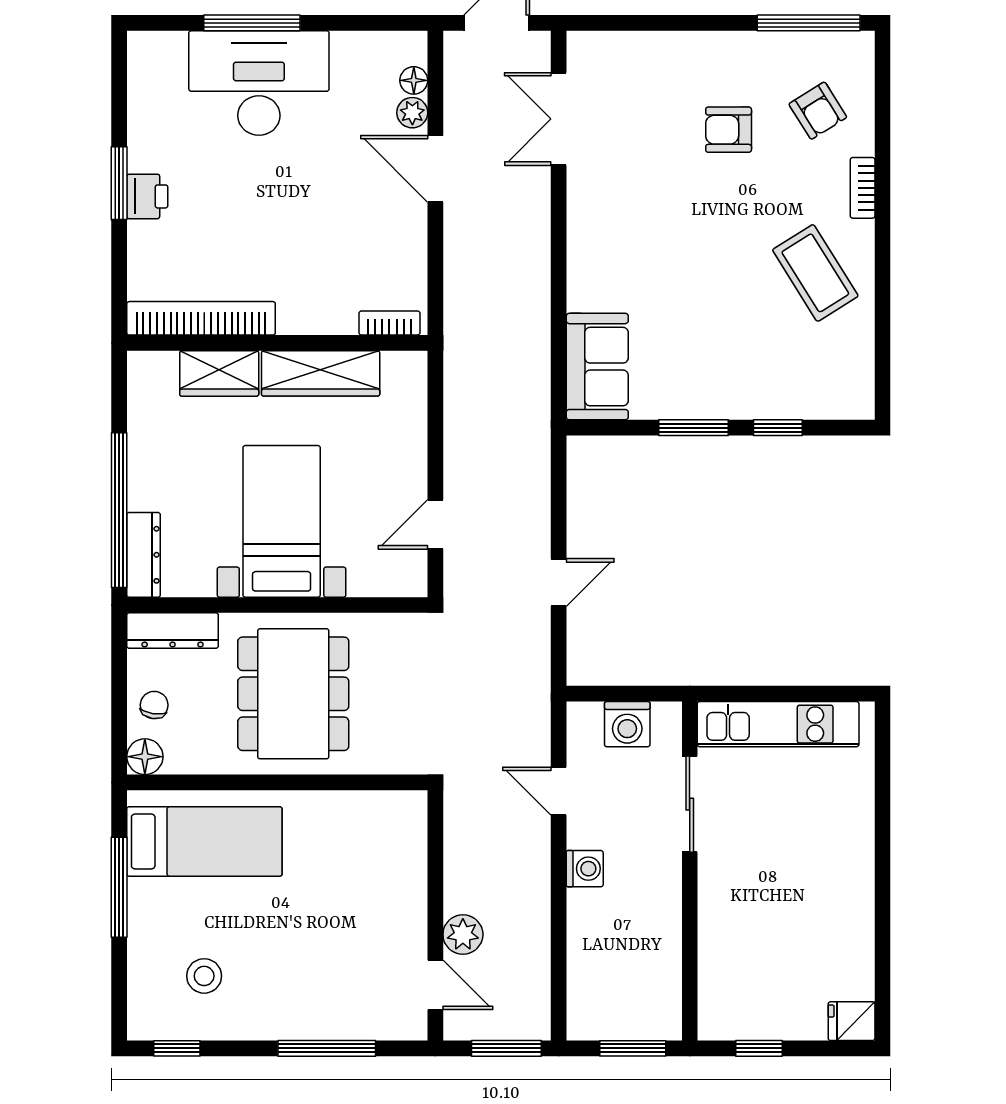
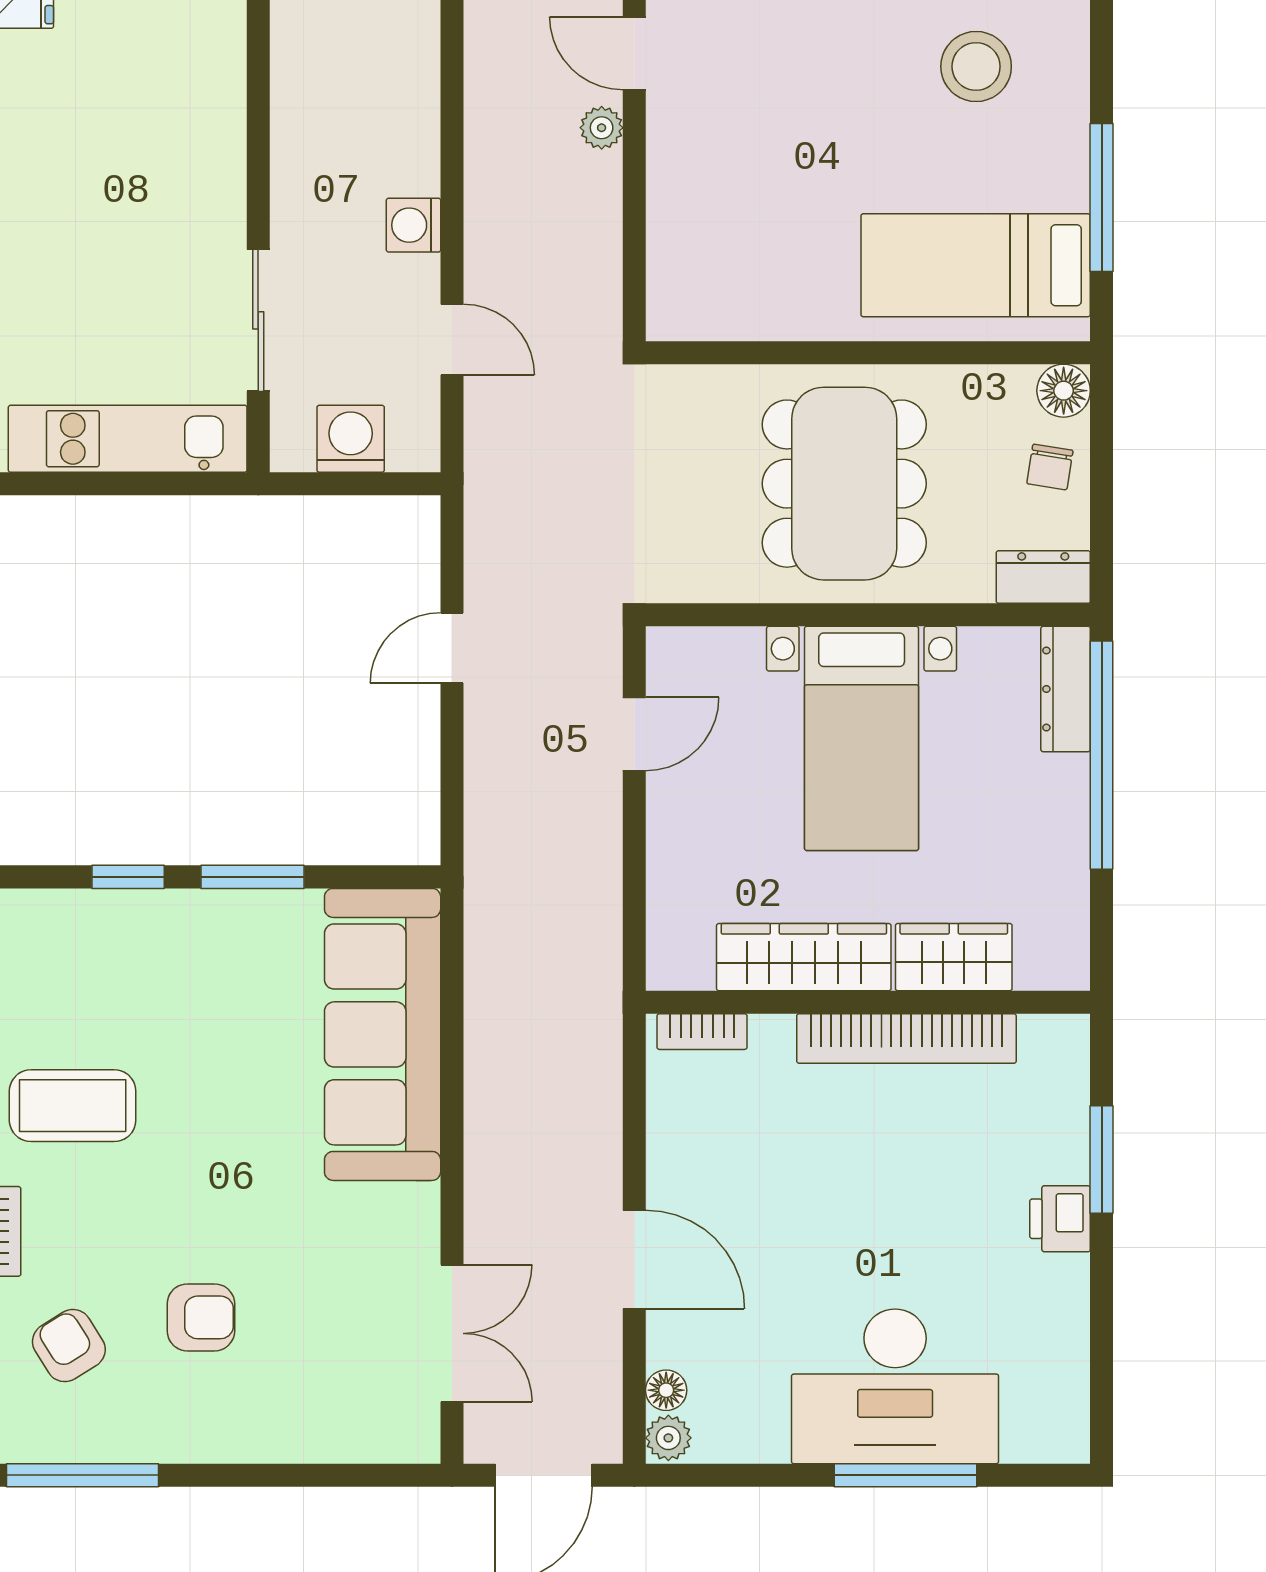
plant: (412, 113) -> (668, 1438), moved
window: (119, 183) -> (1102, 1160), moved
coffee table: (815, 273) -> (73, 1106), turned -58
bookcase: (201, 318) -> (906, 1039), moved
sofa: (597, 367) -> (383, 1034), width x1.85, depth x1.27
dresser: (173, 631) -> (1043, 577), width x0.70
plant: (463, 935) -> (602, 128), width x0.73, depth x0.73
stool: (204, 976) -> (976, 66), width x1.38, depth x1.38

